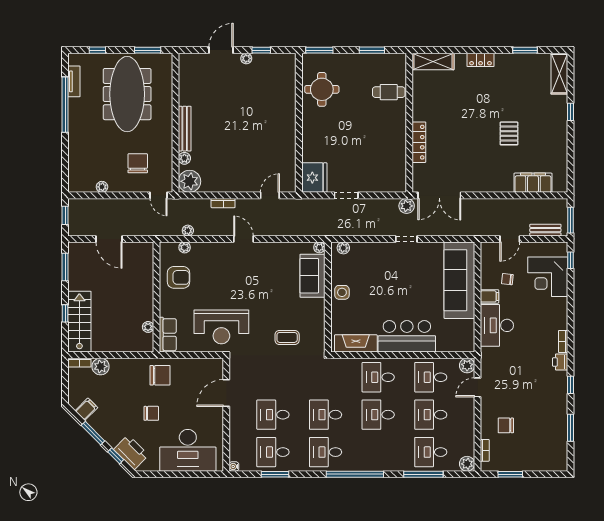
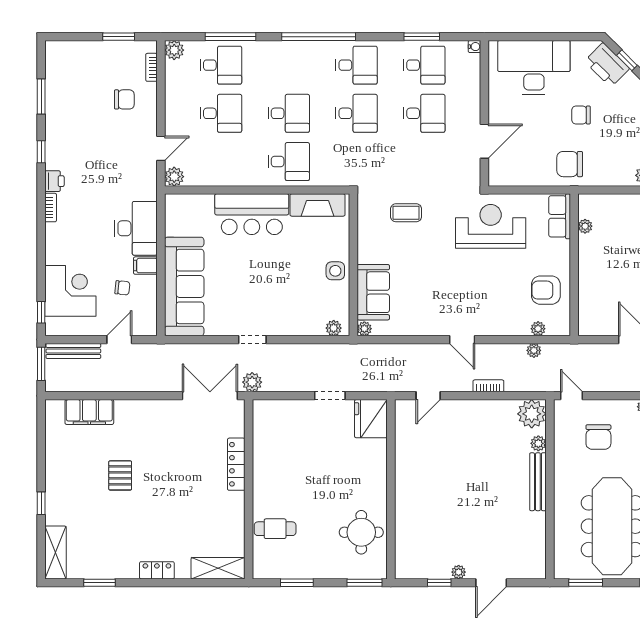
bench: (545, 230) -> (73, 351), width x1.36
desk: (431, 377) -> (221, 162), removed

